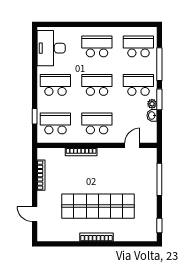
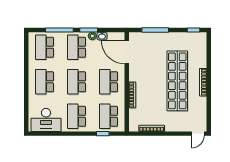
door: (132, 145) -> (127, 52), width x1.88
door: (35, 214) -> (198, 134), moved

